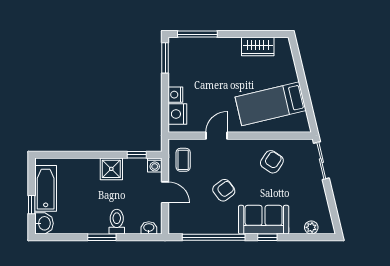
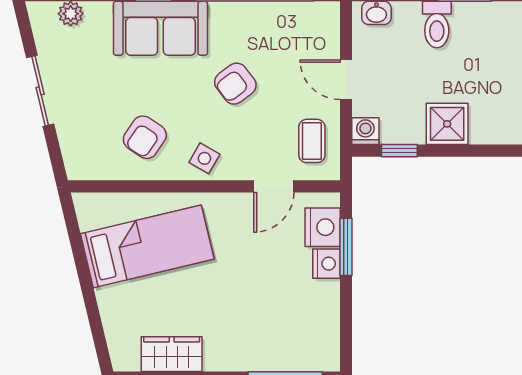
window: (165, 58) -> (346, 247), moved
door: (216, 136) -> (274, 186), moved
side table: (240, 151) -> (204, 158), added
sliding door: (321, 161) -> (40, 91), moved

